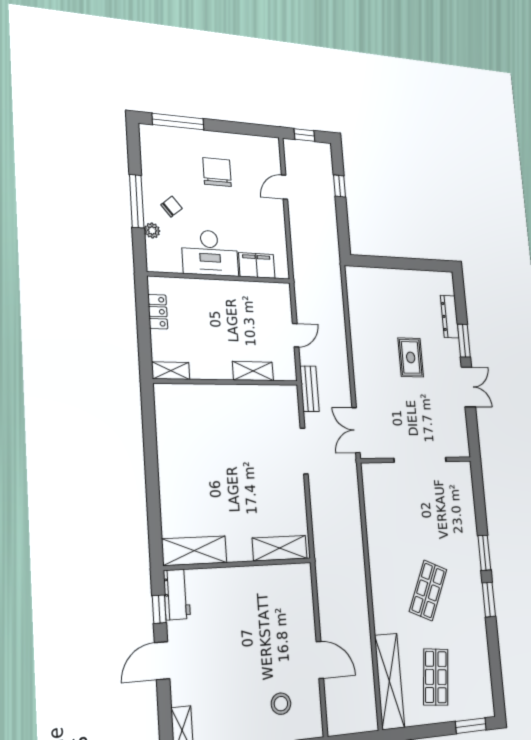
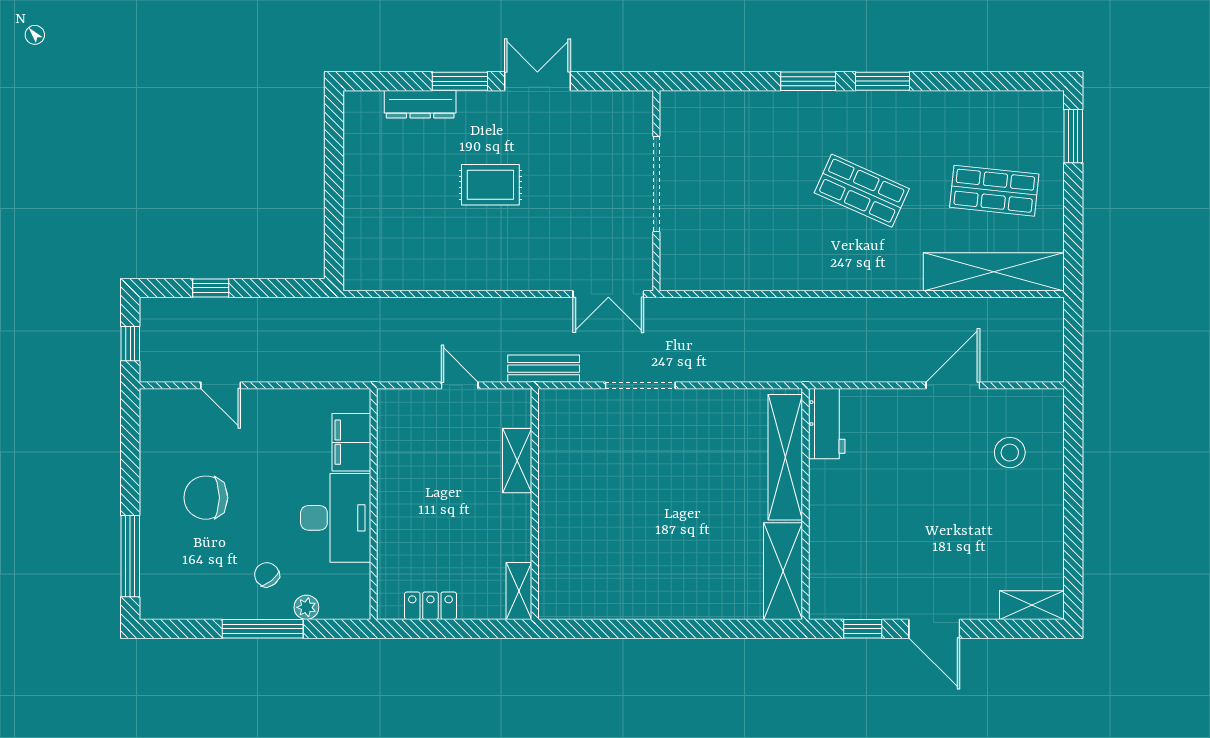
shelving: (280, 548) -> (785, 457), width x1.47
workbench: (177, 594) -> (827, 424), moved, turned 90

